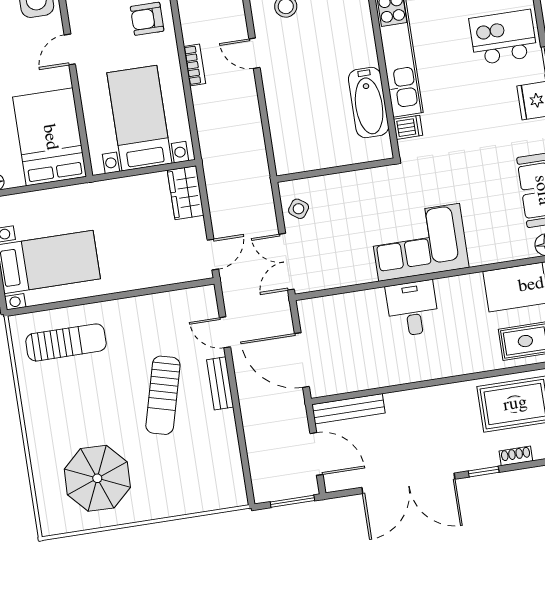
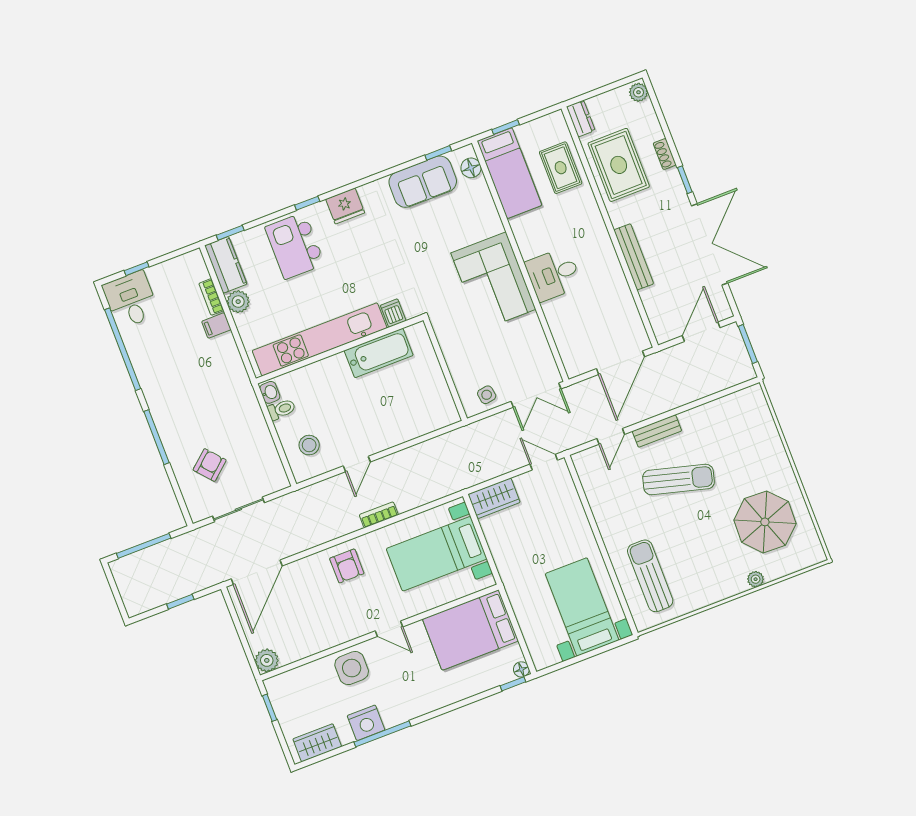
side table: (299, 209) -> (487, 395), turned 45
bench: (348, 409) -> (634, 257), moved
plant: (38, 455) -> (756, 579), added

